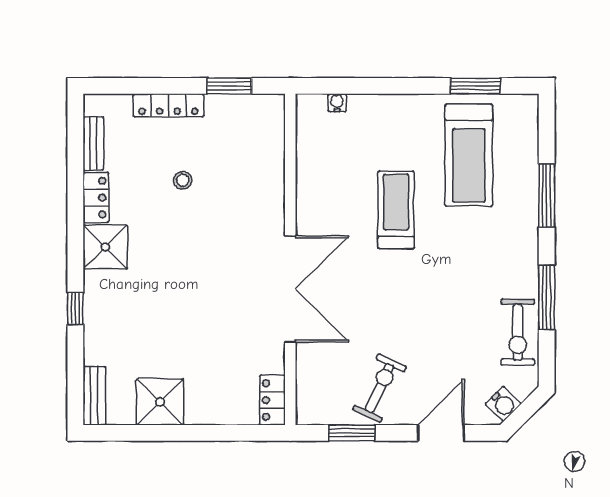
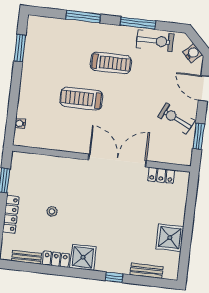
treadmill: (469, 155) -> (111, 63), moved, width x0.73, depth x0.73
bench: (94, 396) -> (147, 271), moved
locker: (272, 400) -> (161, 175), moved

